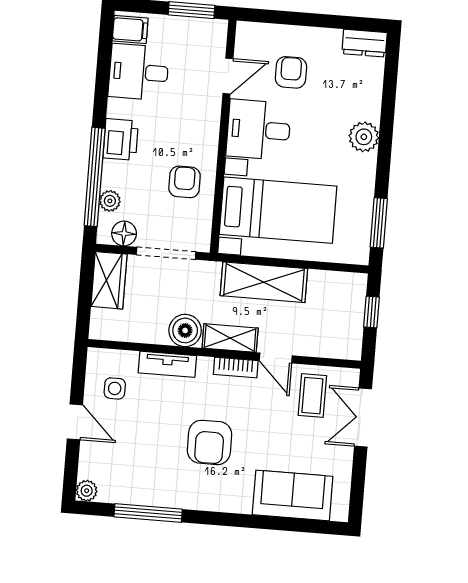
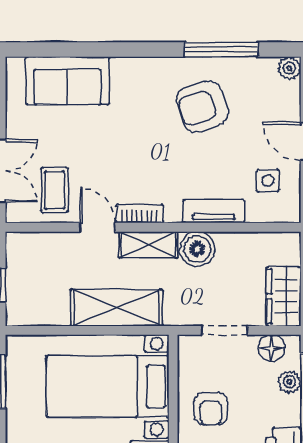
doorway: (166, 253) -> (224, 330), width x0.73
armchair: (210, 442) -> (202, 106), moved, turned -108

